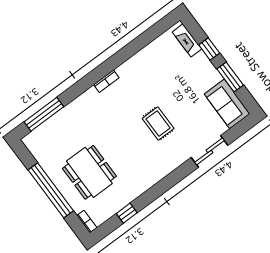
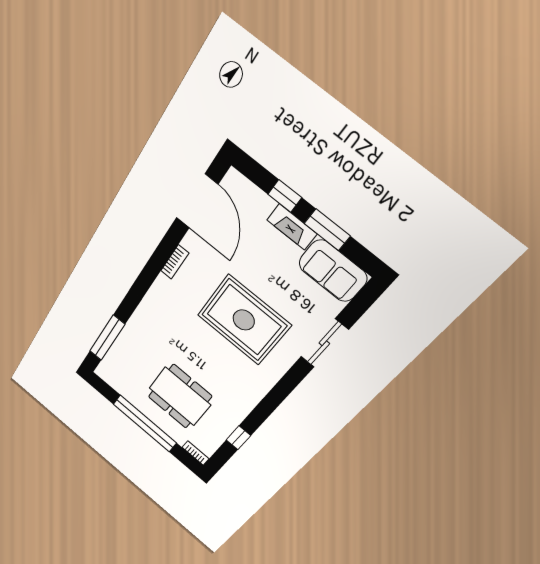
door: (150, 35) -> (197, 201), added
fireplace: (187, 40) -> (292, 227), moved
bookcase: (106, 81) -> (175, 262), moved
rug: (158, 123) -> (244, 320), width x1.86, depth x2.06

